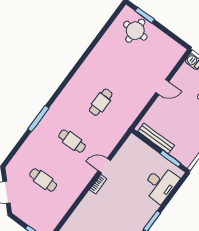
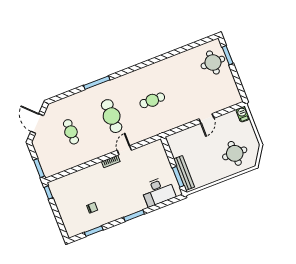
door: (162, 87) -> (206, 118), hinge flipped
bench: (156, 138) -> (184, 173), moved
cafe table: (72, 141) -> (112, 116), width x1.37, depth x1.35
door: (104, 166) -> (124, 150), hinge flipped

